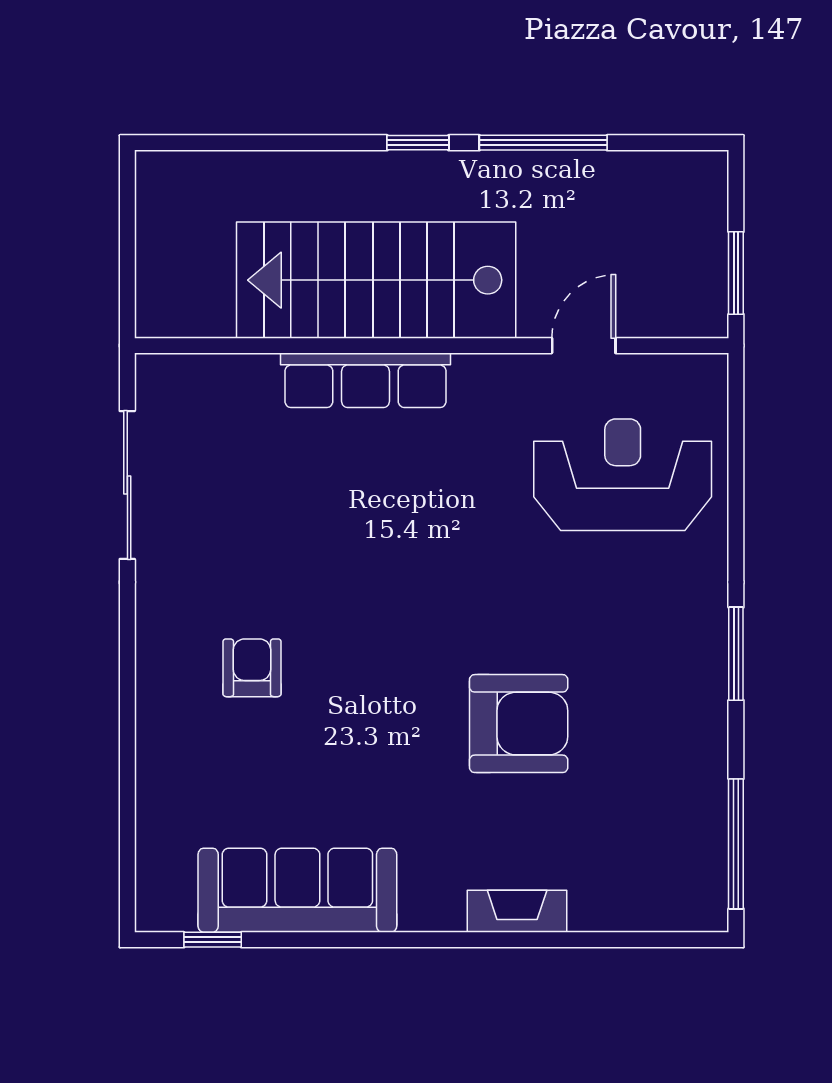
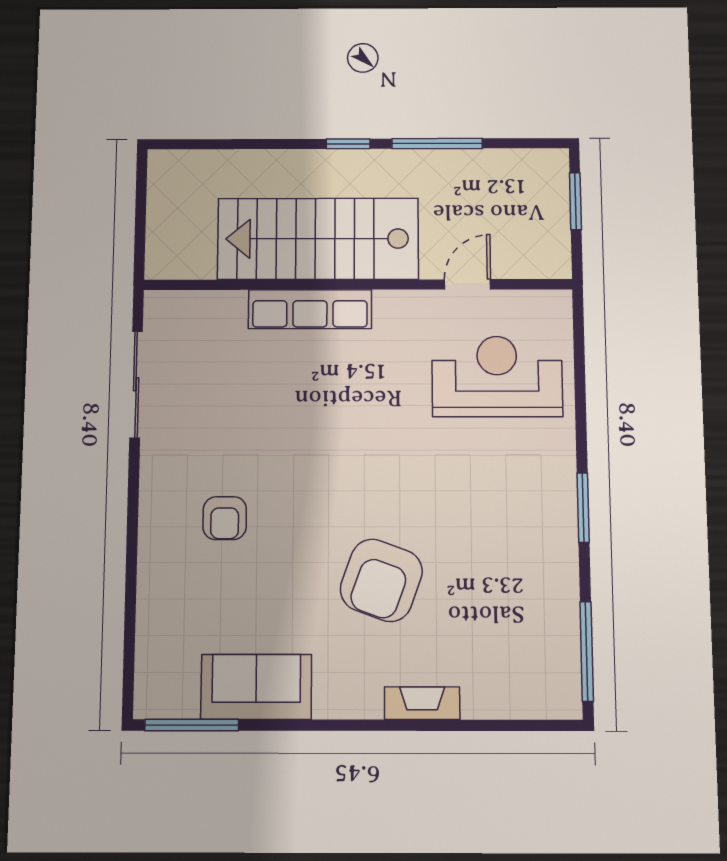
window: (736, 273) -> (575, 201), moved
armchair: (252, 668) -> (225, 518), turned 180
armchair: (519, 724) -> (381, 580), moved, turned 110
sofa: (297, 890) -> (256, 687), width x0.73
window: (213, 940) -> (192, 725), width x2.17

